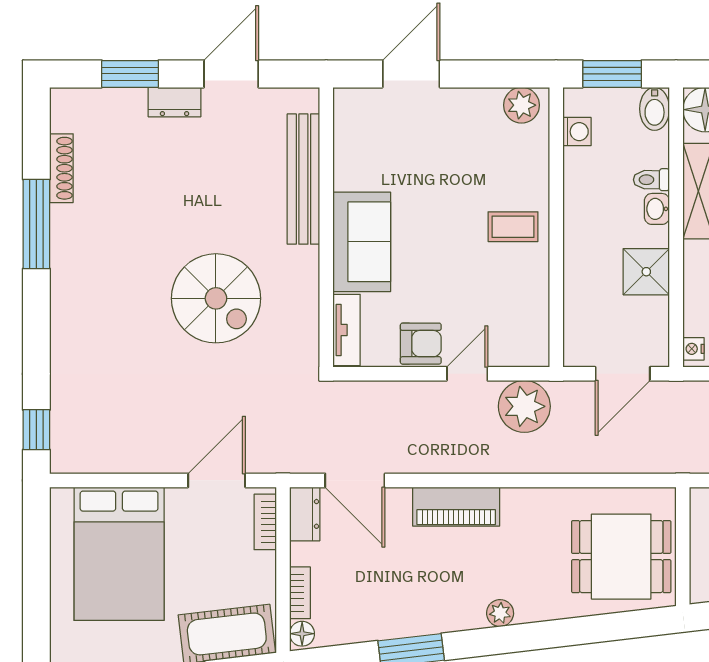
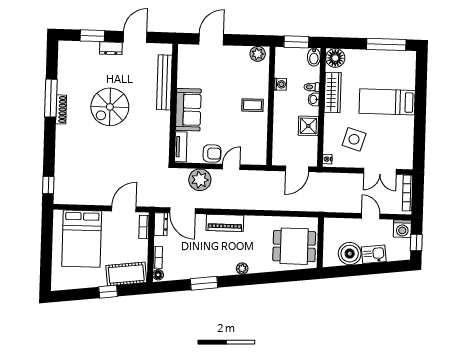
washing machine: (577, 132) -> (280, 84), moved
shoe rack: (61, 168) -> (61, 109), moved
spiral stairs: (216, 298) -> (110, 107), moved, turned 90
plant: (524, 406) -> (200, 180), moved

